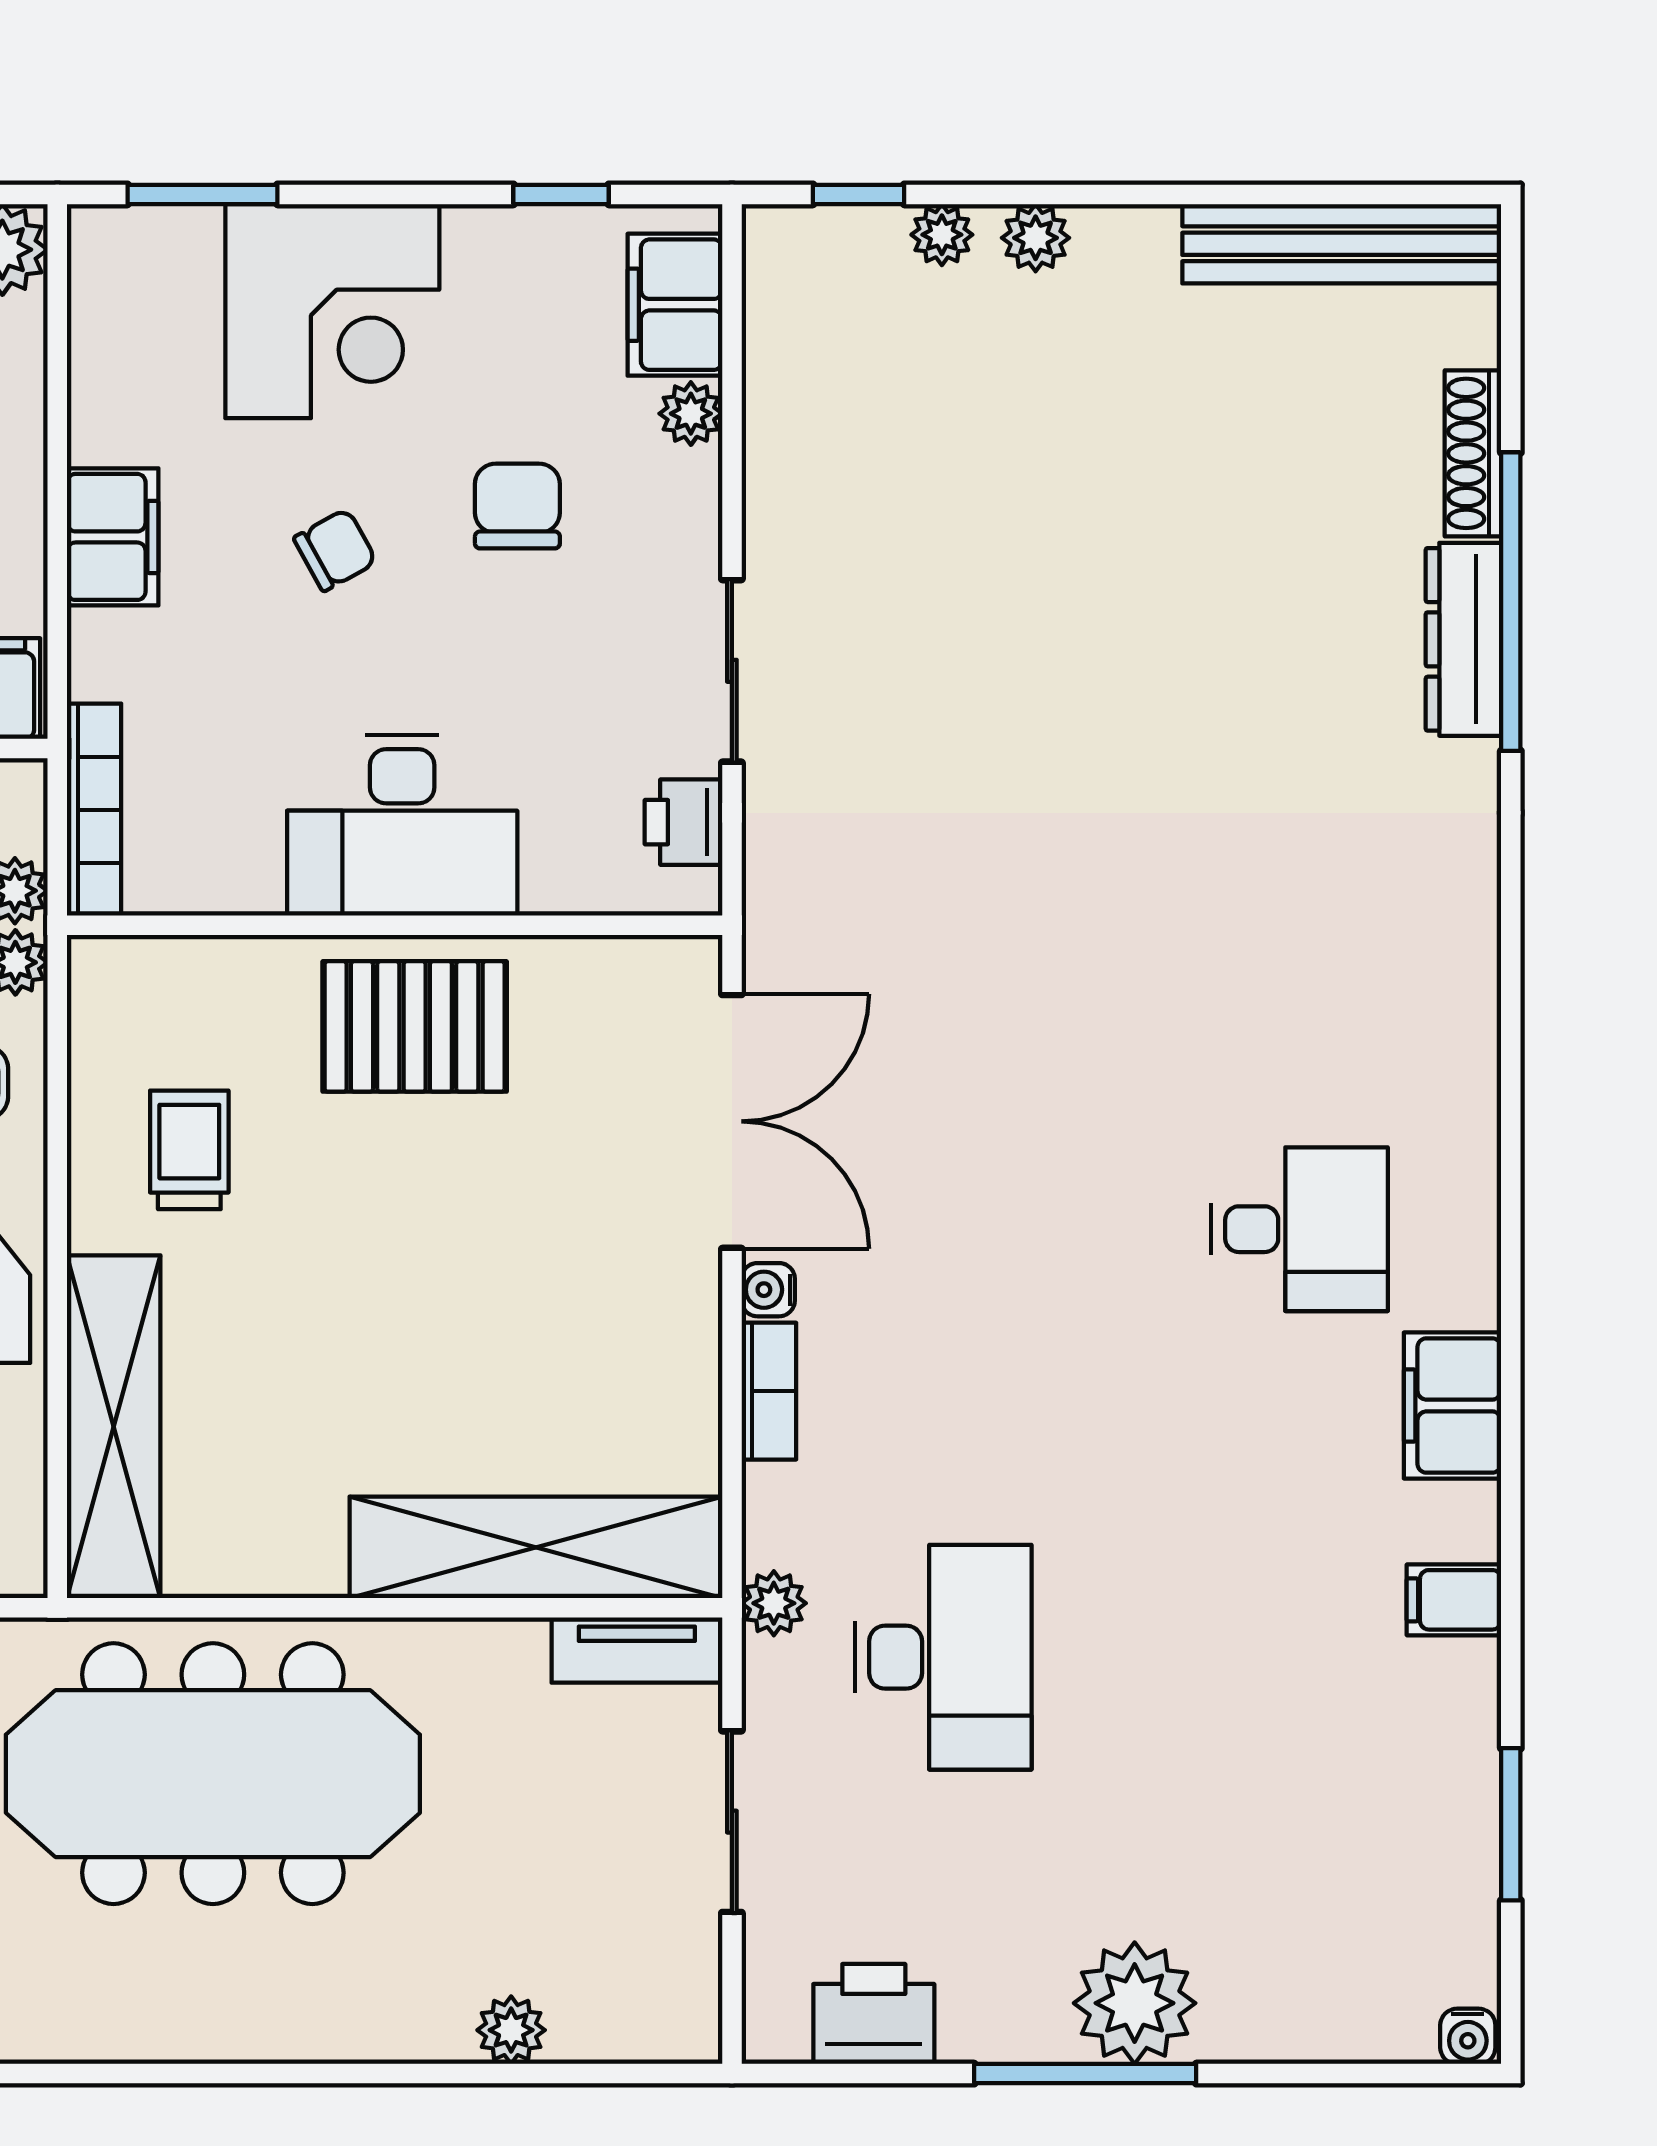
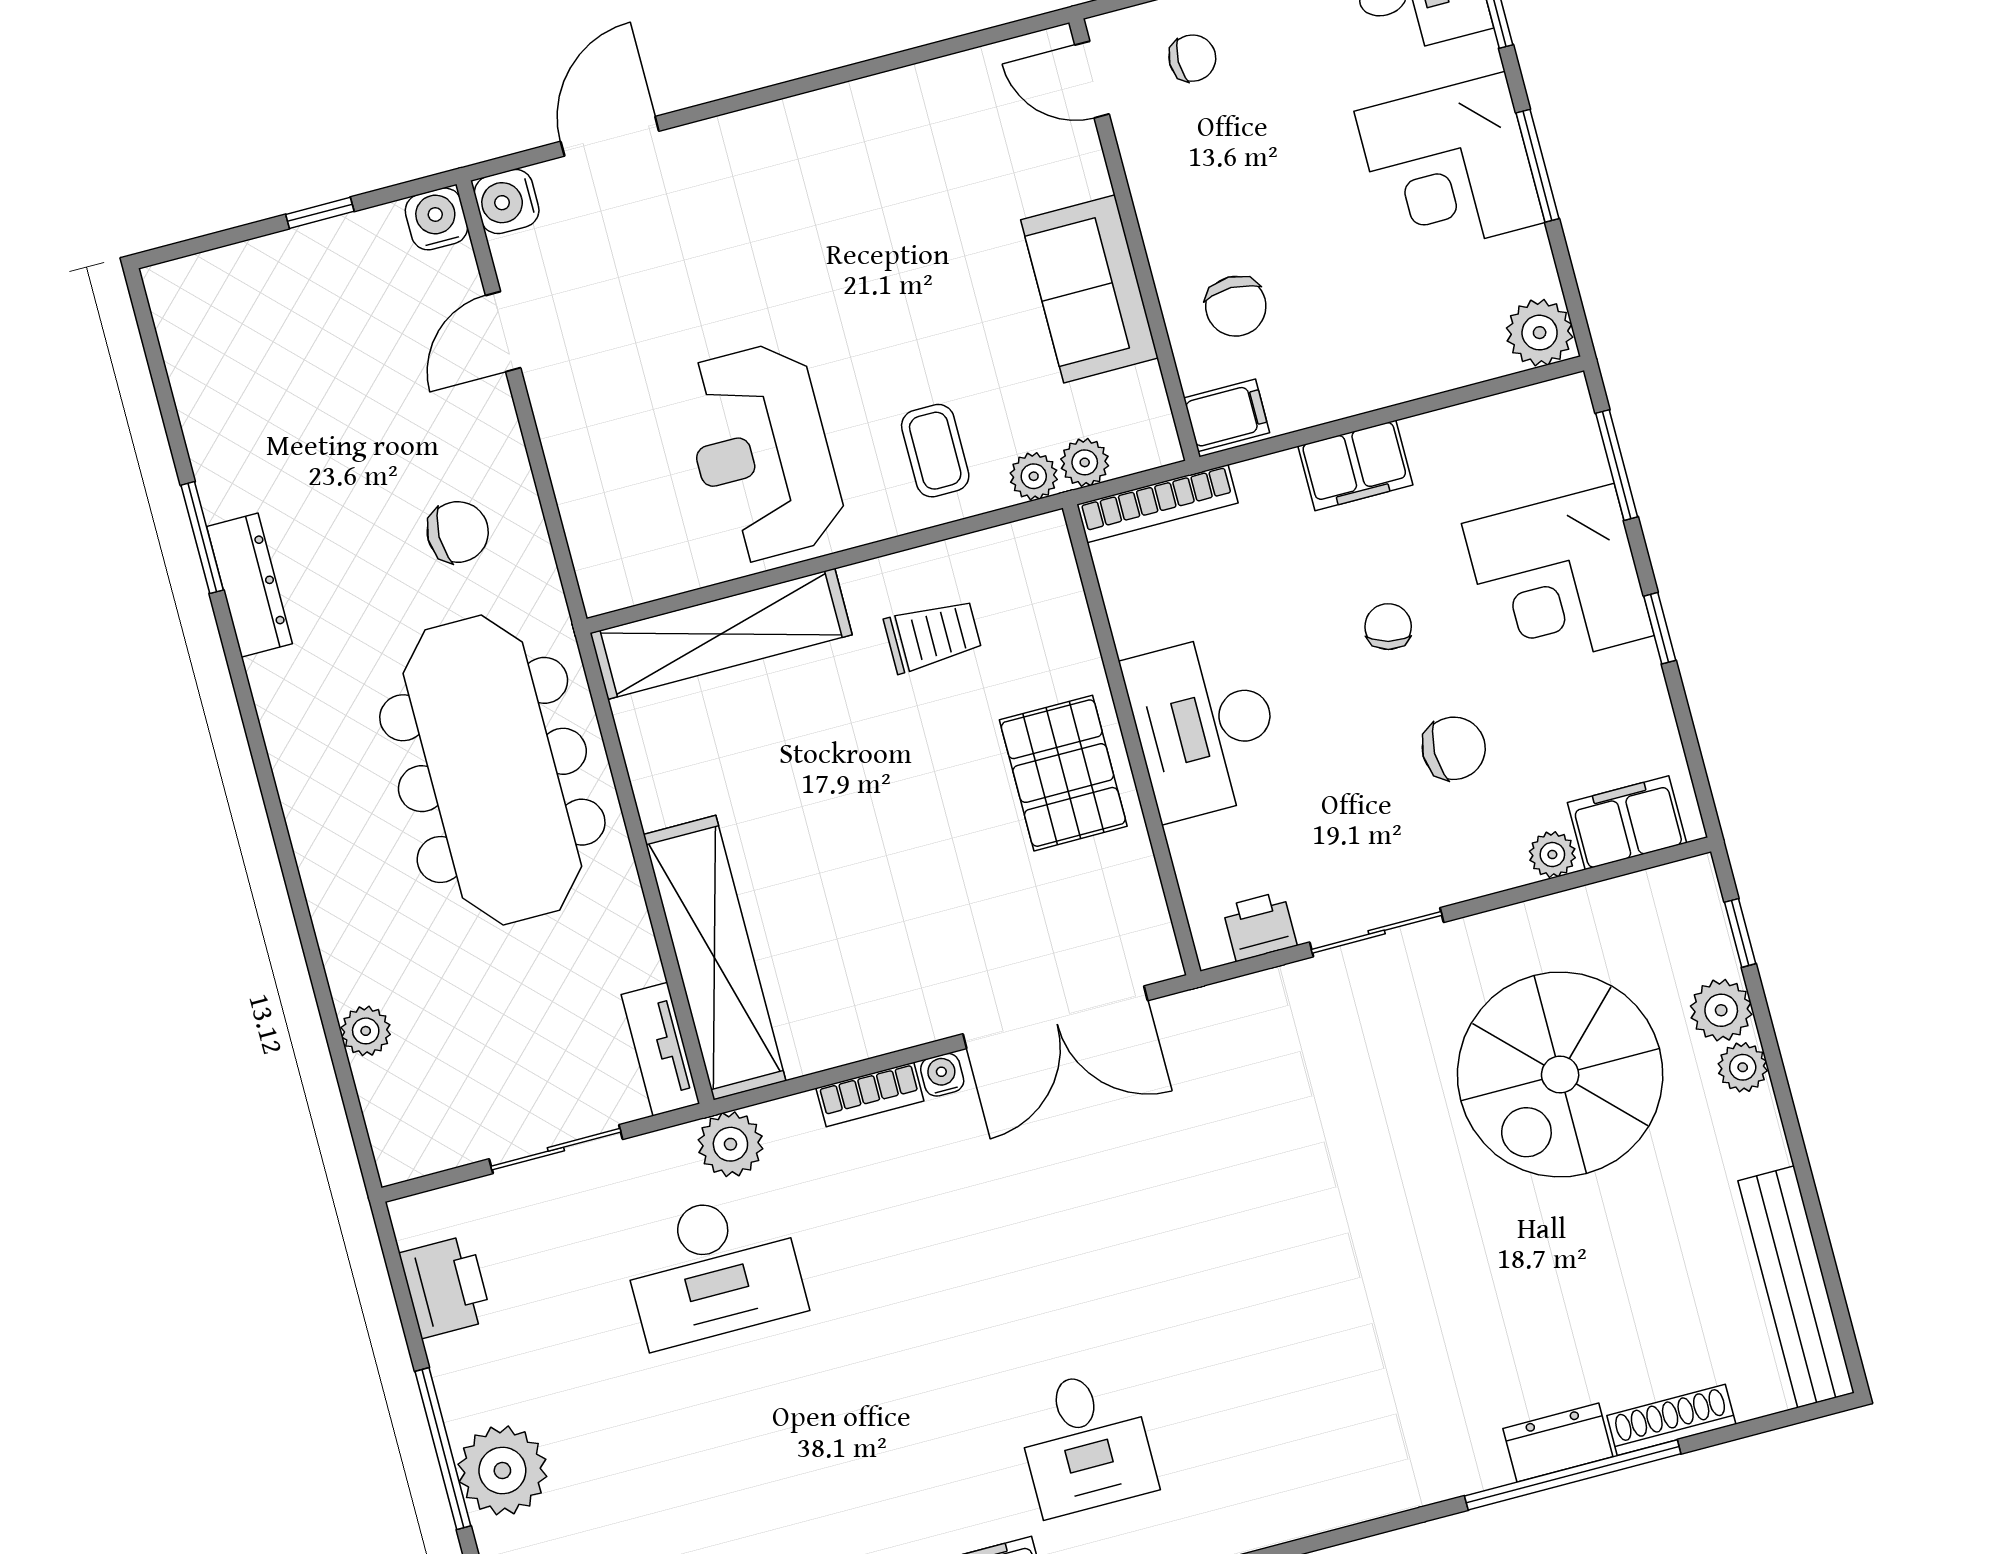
window: (561, 194) -> (1660, 628), moved
plant: (942, 235) -> (1721, 1010), width x1.38, depth x1.38
spiral stairs: (982, 480) -> (1560, 1074), added
chair: (335, 550) -> (1388, 627), turned -137
dresser: (1463, 639) -> (1558, 1443), width x0.70
plant: (774, 1603) -> (730, 1144), width x1.38, depth x1.38

